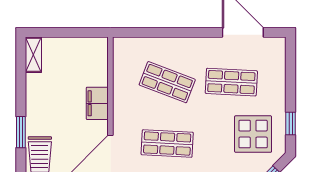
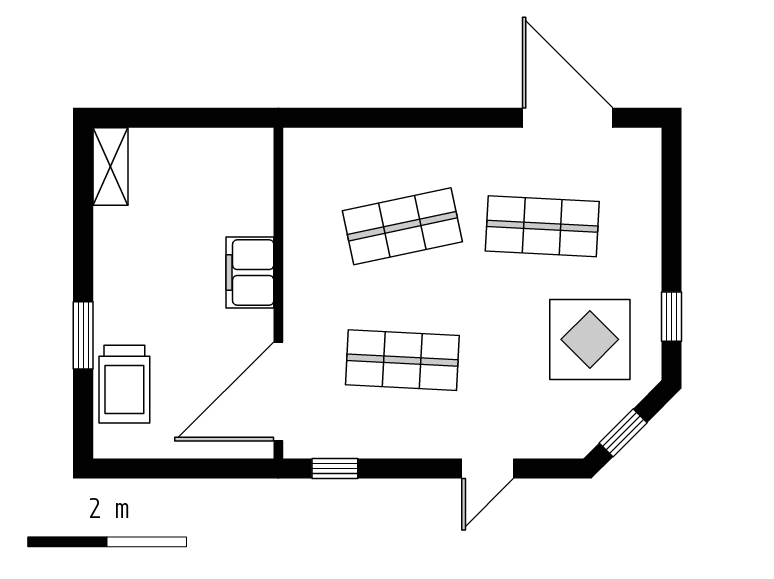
shop shelf: (167, 82) -> (402, 226), turned -33

